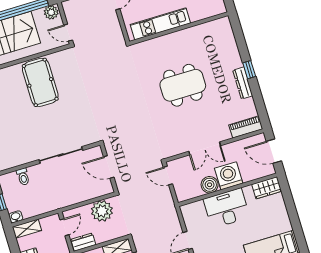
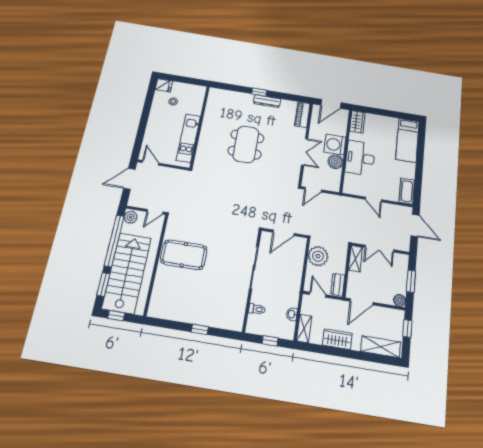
washbasin: (16, 217) -> (292, 314), moved

